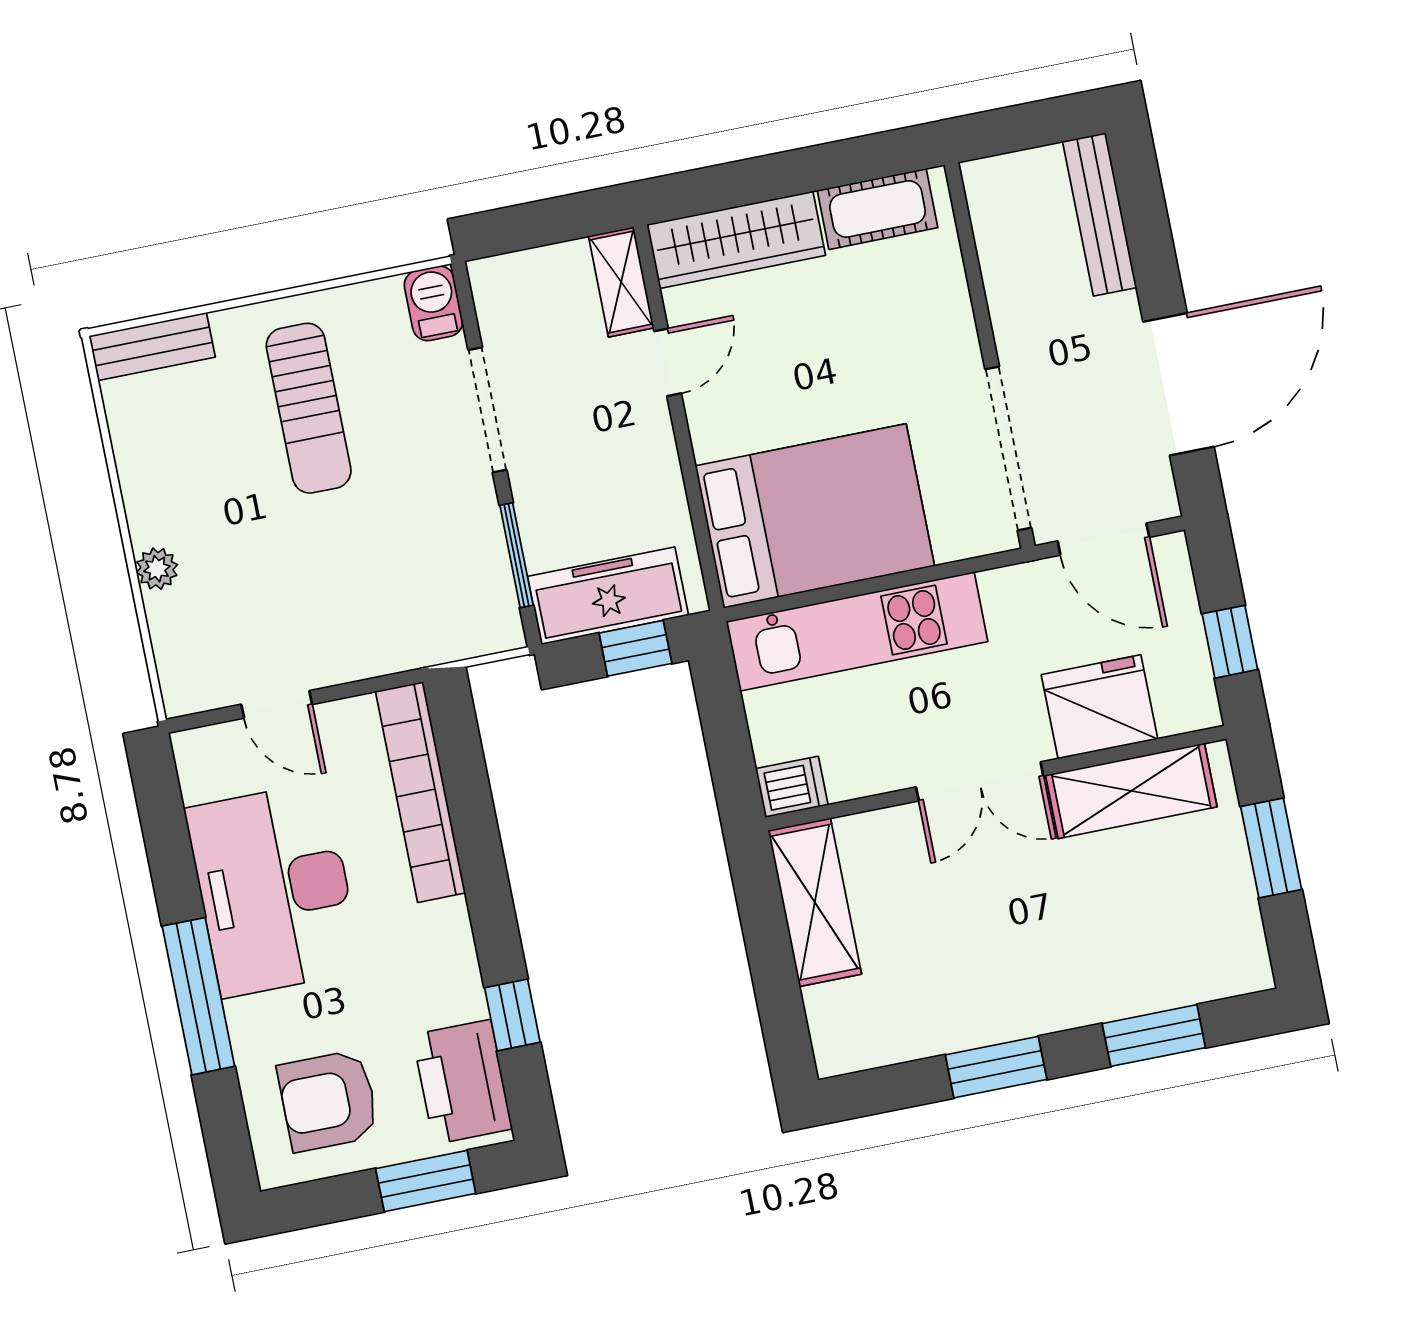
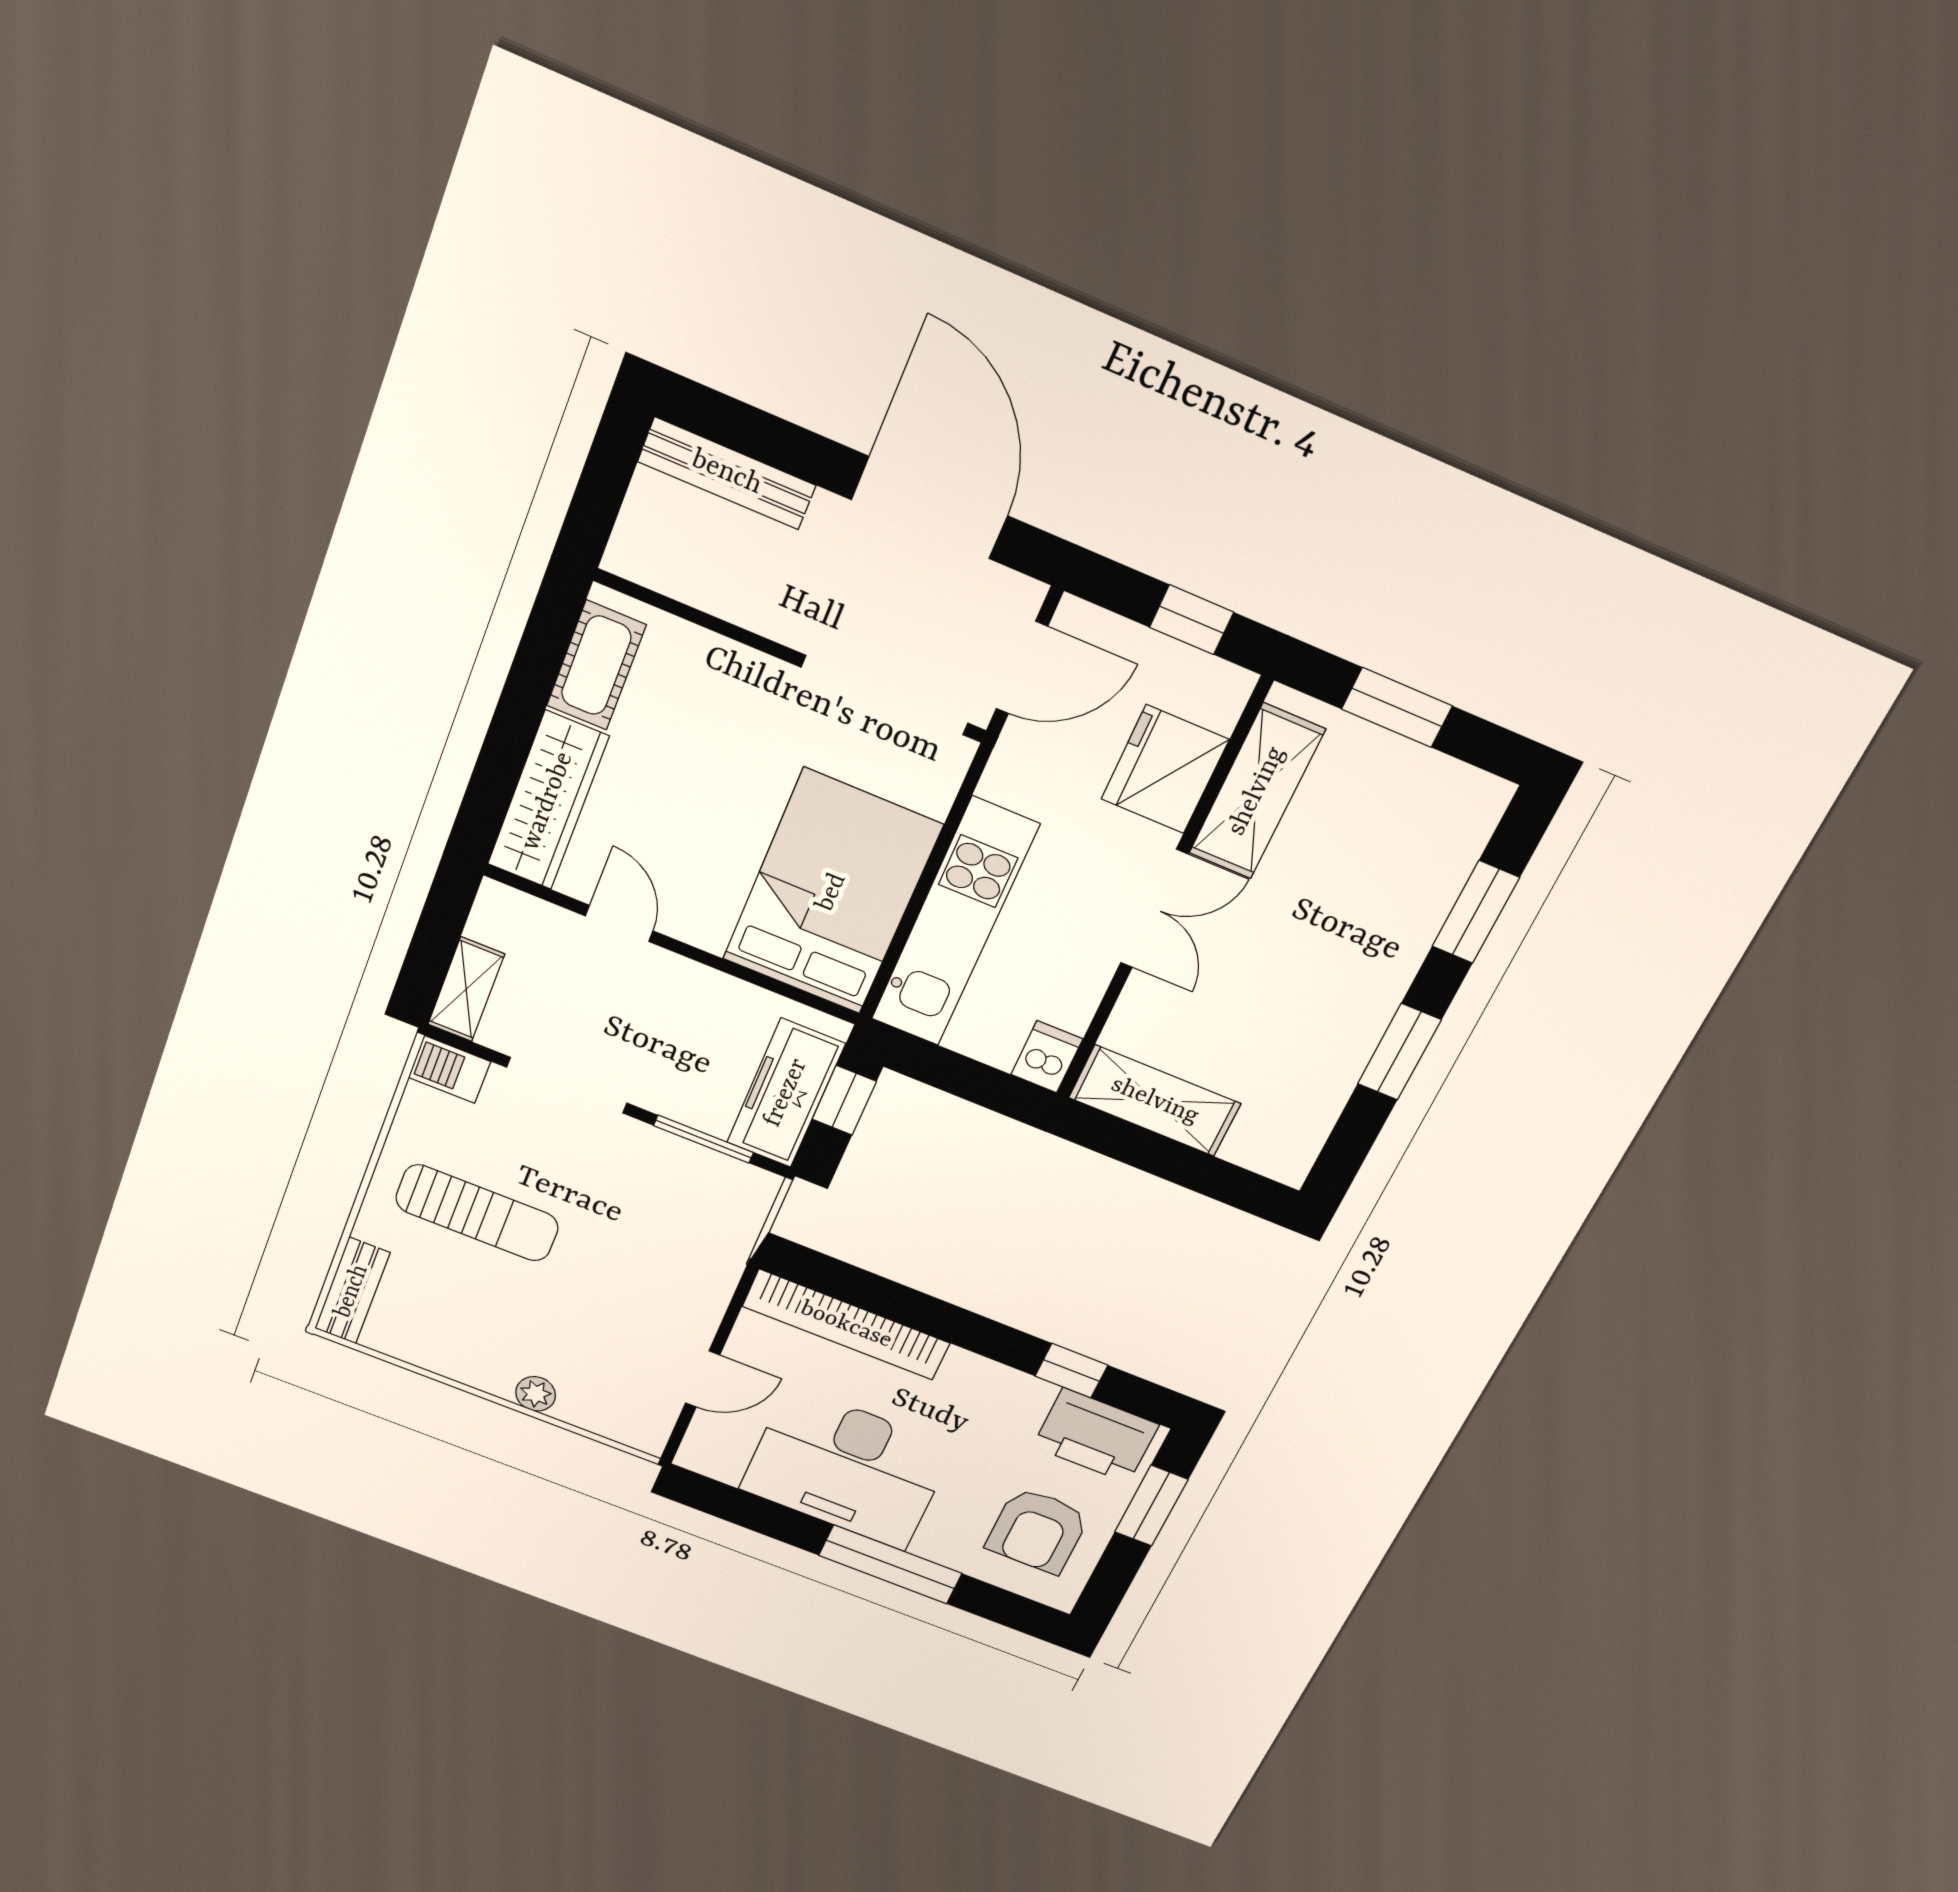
shelving: (621, 282) -> (466, 989), moved, turned 90

